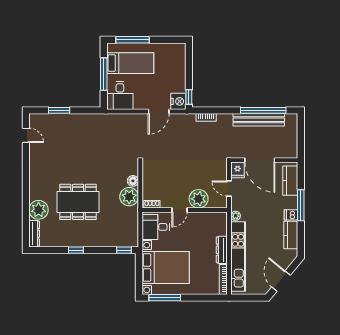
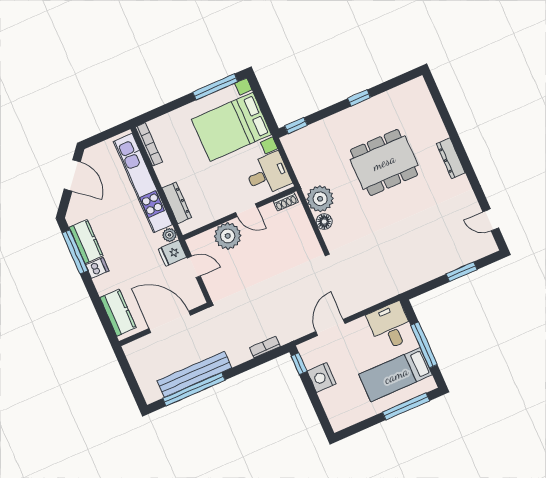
nightstand: (178, 101) -> (321, 377), moved
fridge: (238, 170) -> (172, 253), moved, turned -90
window: (301, 205) -> (75, 252), moved
plant: (39, 210) -> (431, 129), removed
door: (179, 210) -> (246, 210), swing flipped
dresser: (34, 234) -> (451, 158), moved
dresser: (222, 250) -> (177, 203), moved

